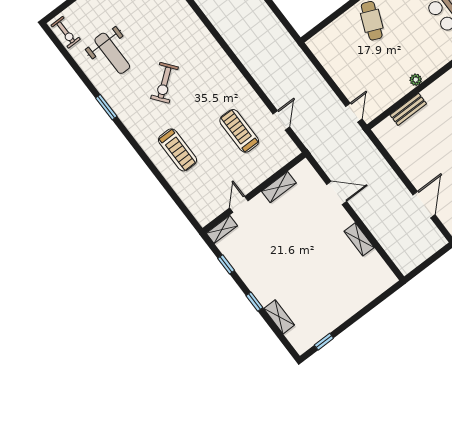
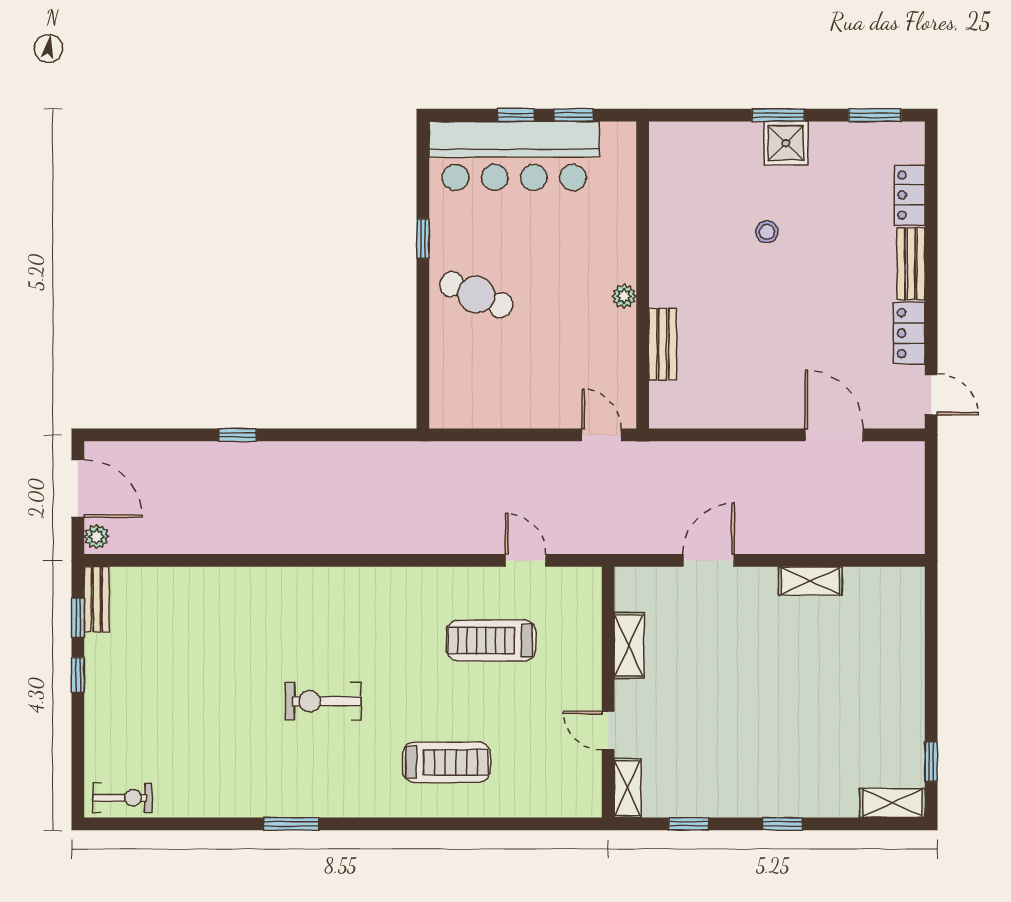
weight bench: (112, 53) -> (213, 749), removed
exercise bike: (165, 83) -> (323, 701), turned 128
shelving: (279, 317) -> (892, 803), moved

